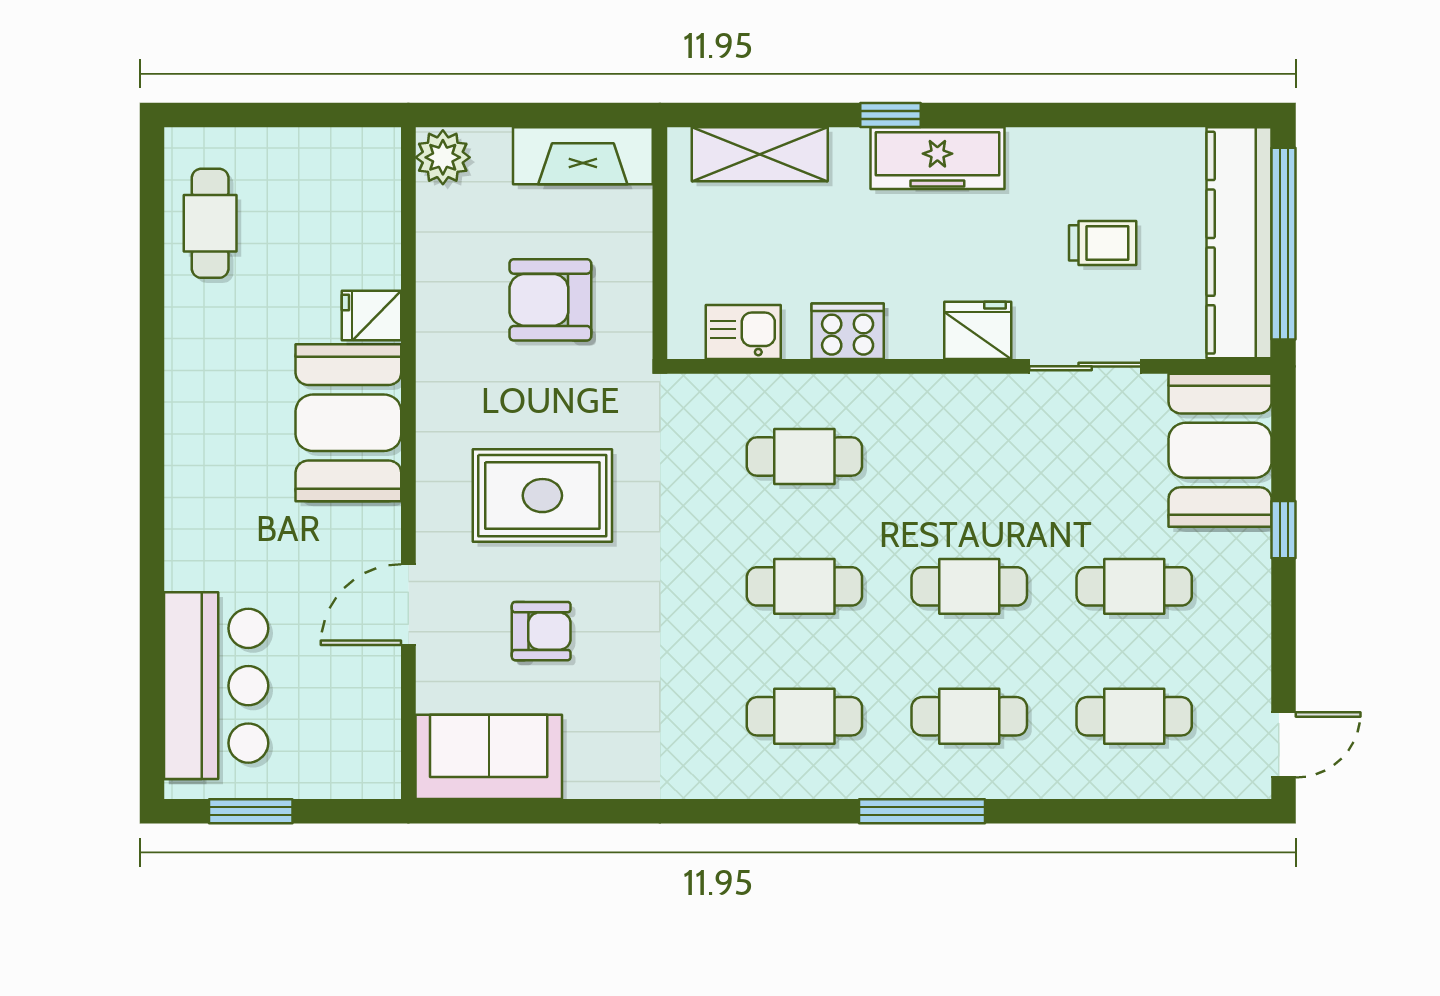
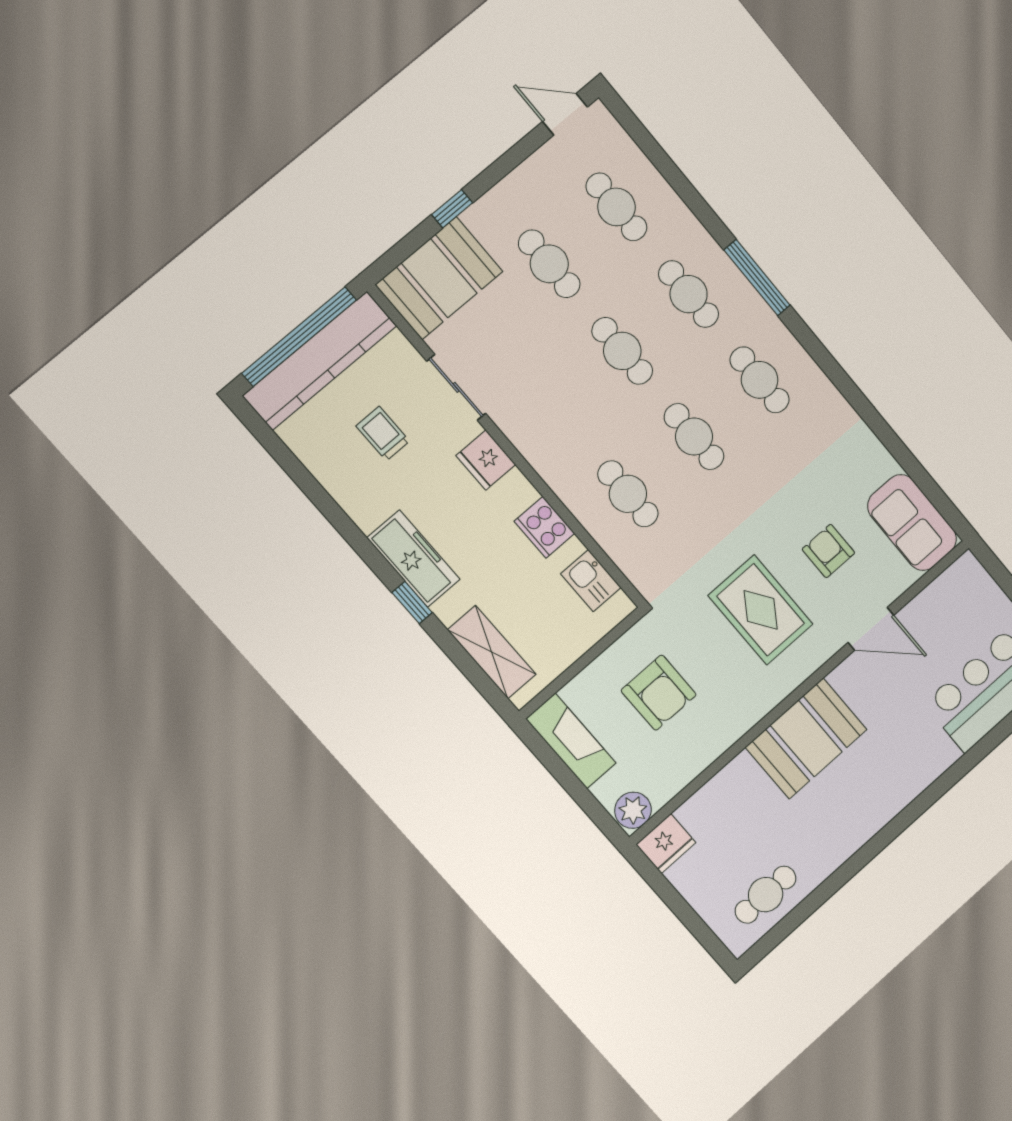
fridge: (371, 315) -> (666, 844), moved, width x1.38

